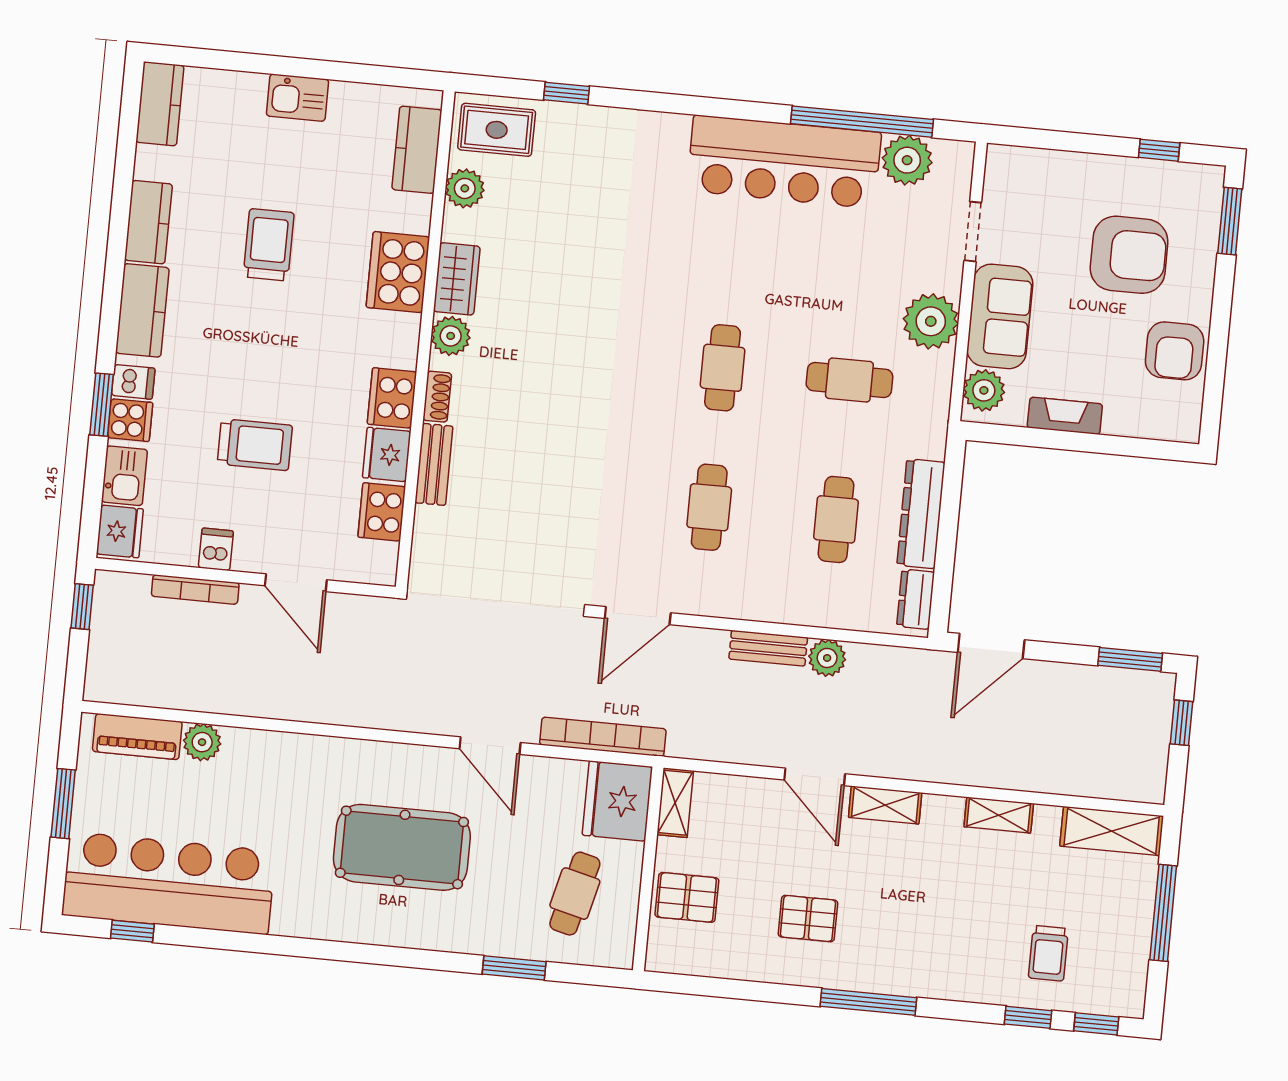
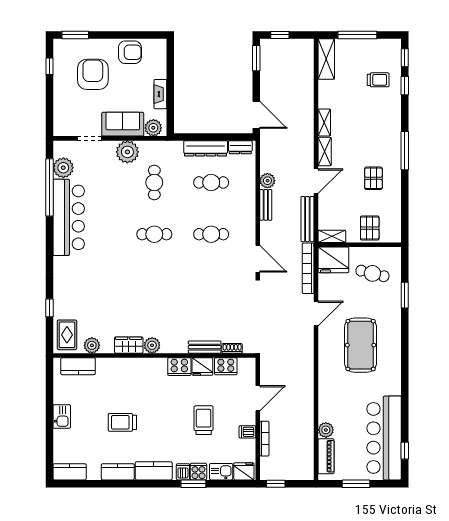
cooker: (398, 272) -> (128, 369), removed
shoe rack: (437, 397) -> (232, 348), moved
bench: (724, 747) -> (307, 219), added
shelving: (999, 815) -> (324, 122), moved

